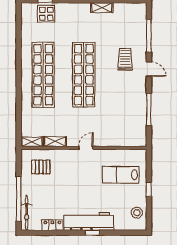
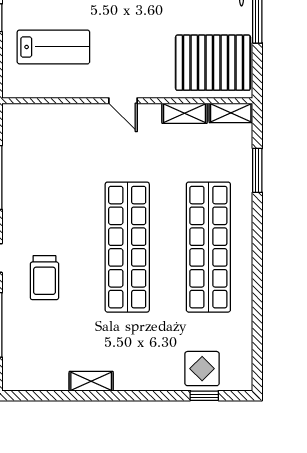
window: (19, 113) -> (257, 170), added
door: (86, 148) -> (123, 101), hinge flipped
pallet: (41, 167) -> (213, 63), width x2.05, depth x2.00

